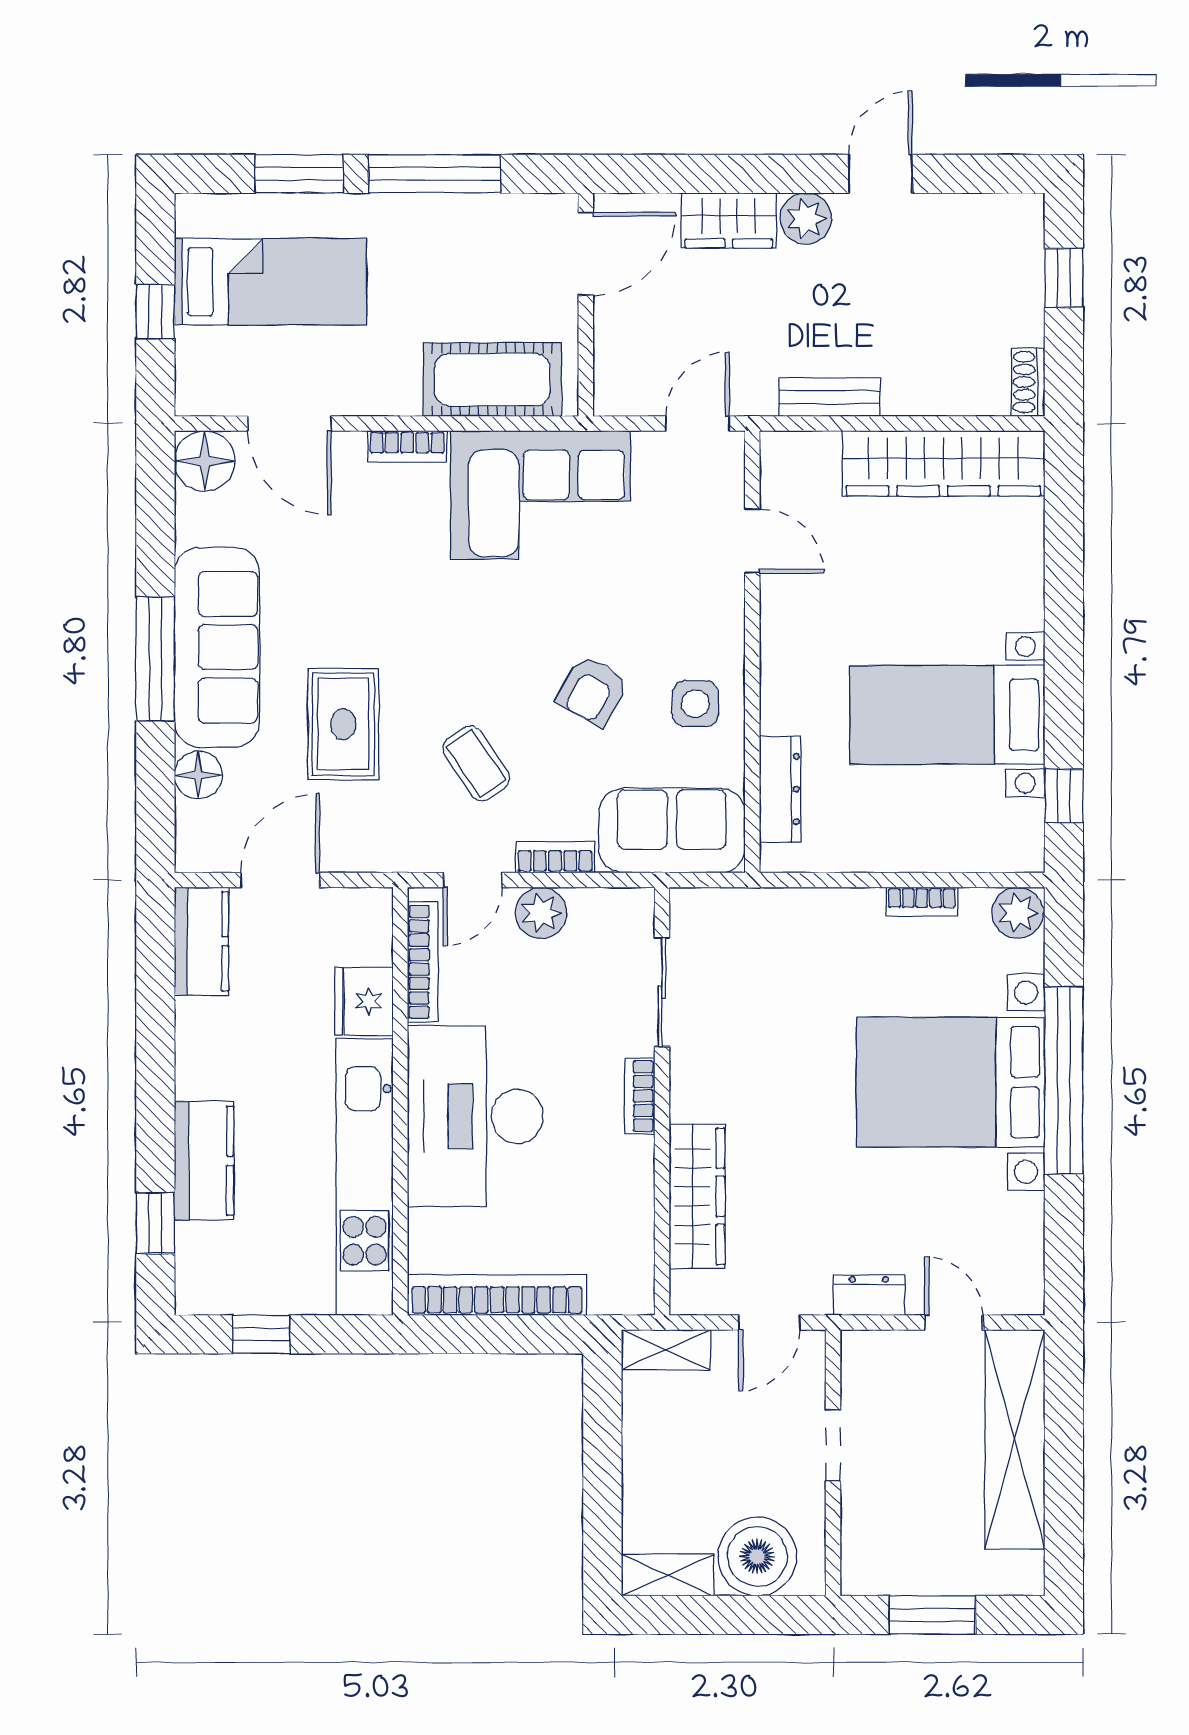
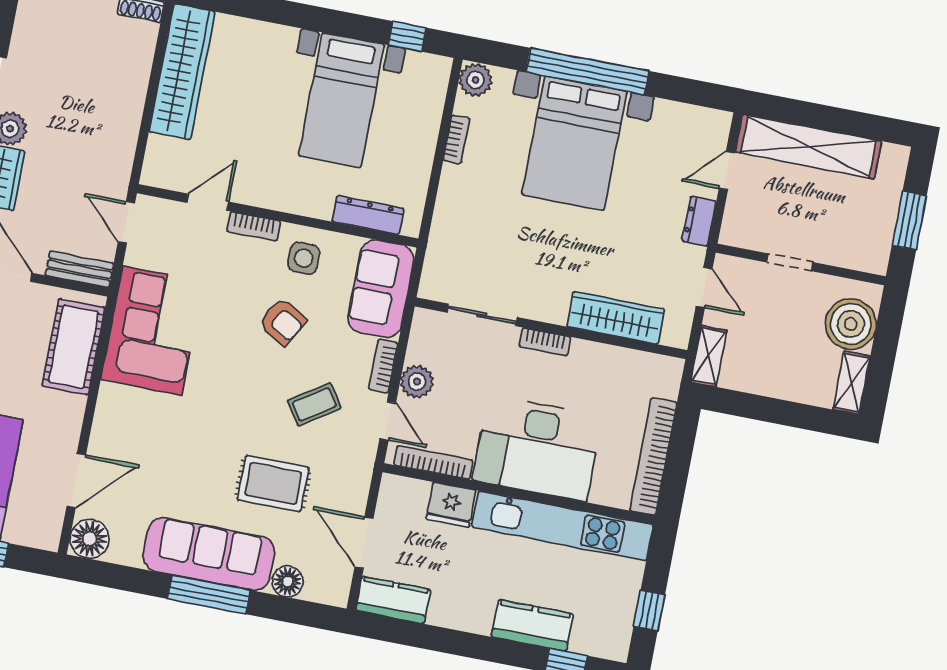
bench: (829, 397) -> (79, 269), moved, turned 90
bookcase: (407, 446) -> (254, 226), moved, turned 90

